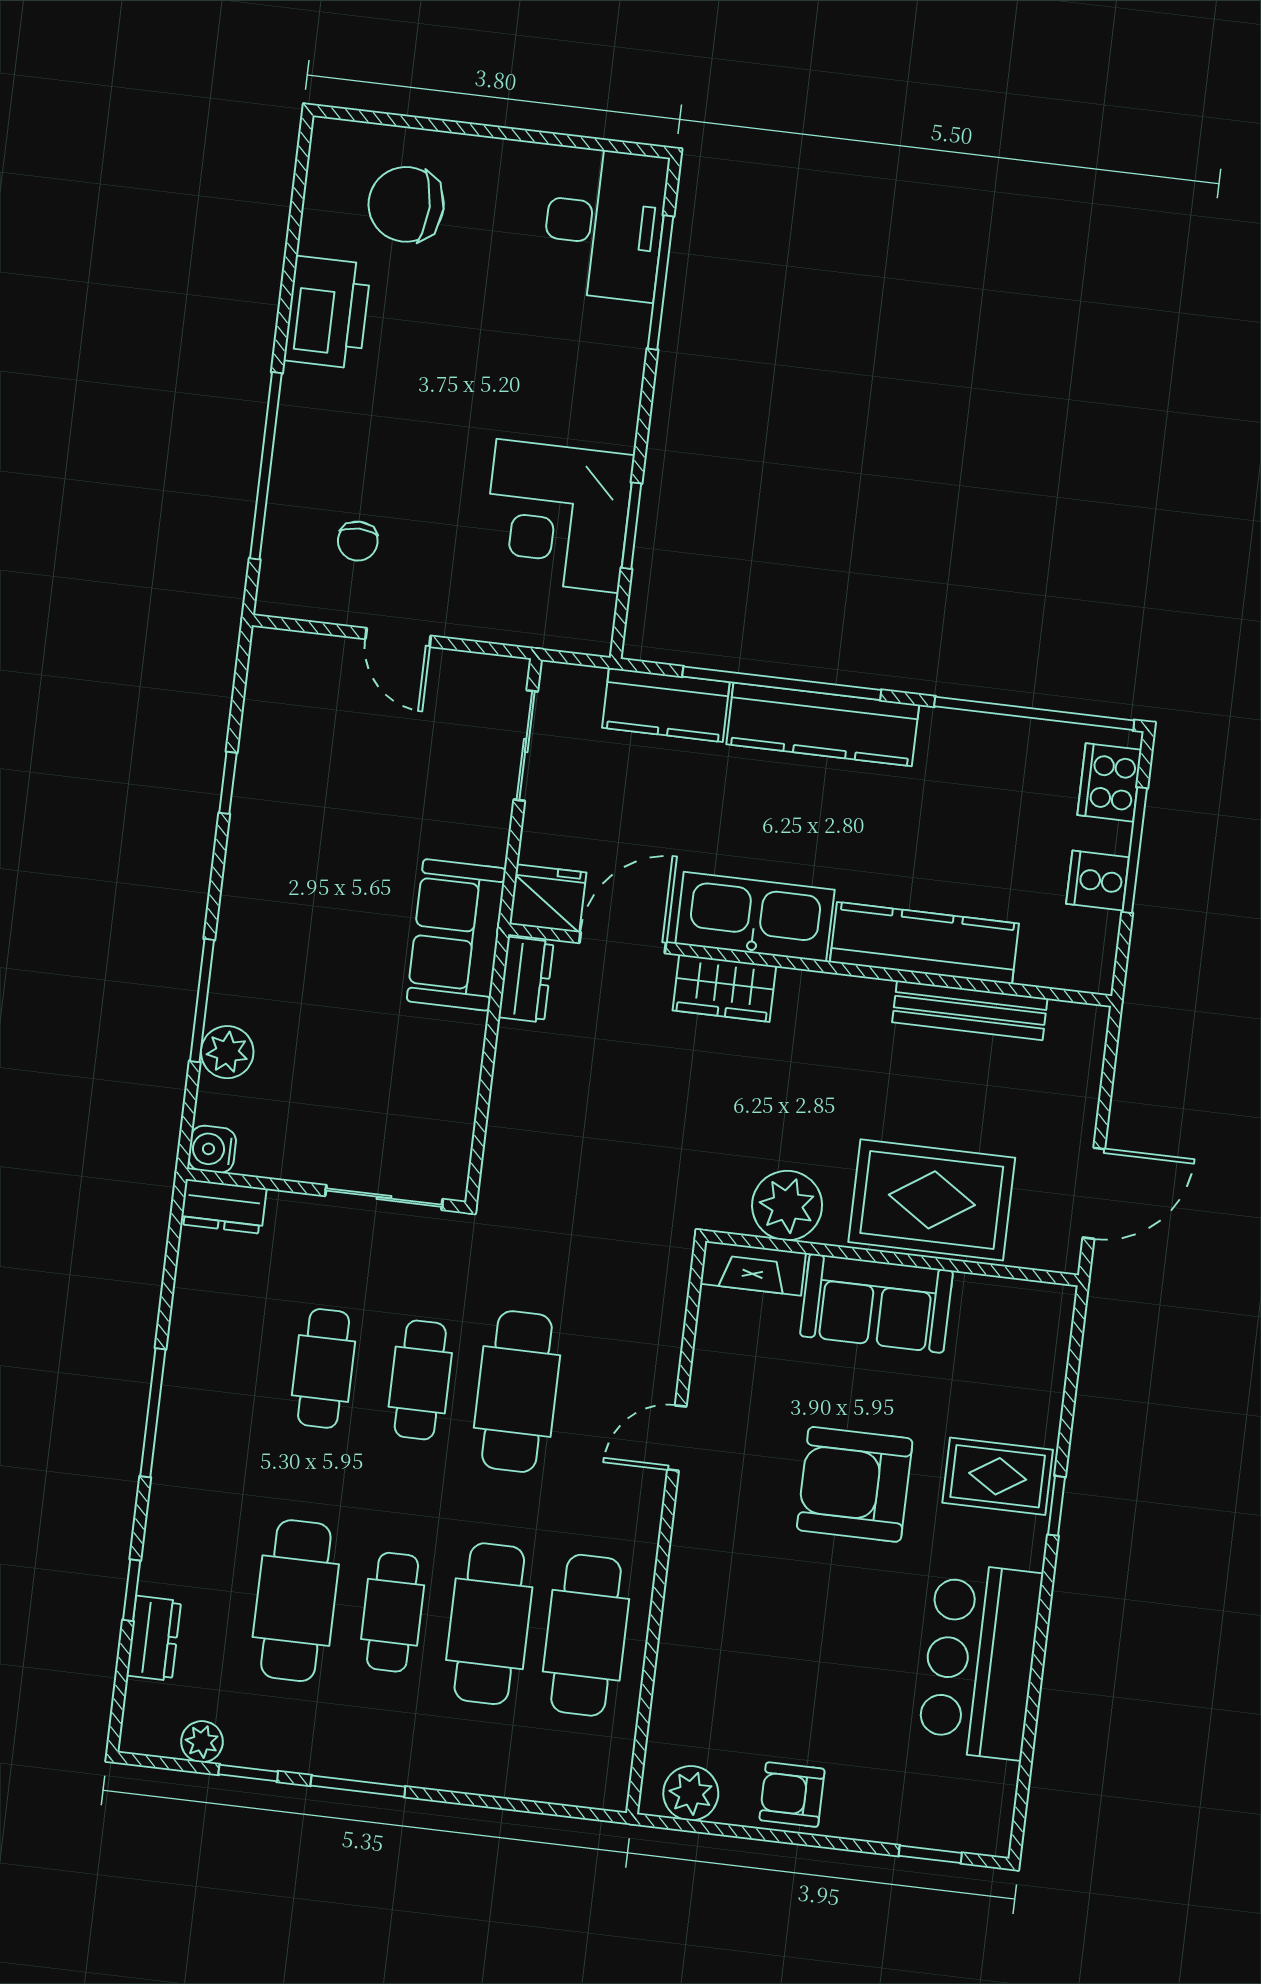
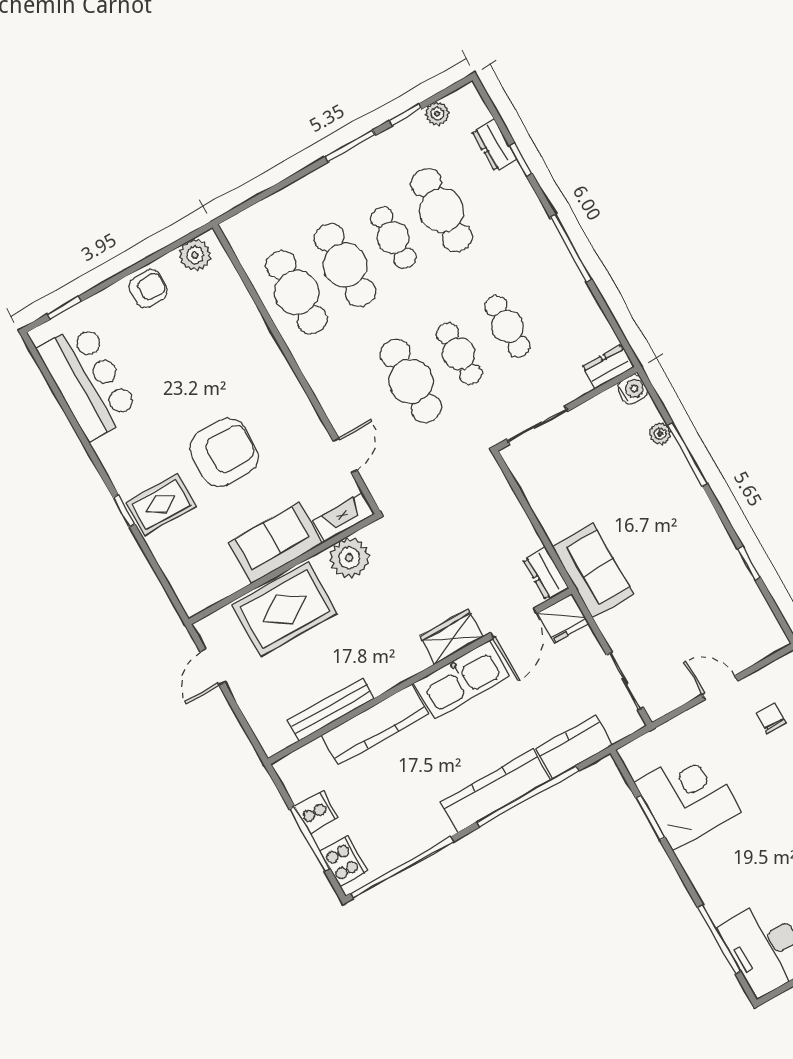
plant: (227, 1052) -> (660, 434), width x0.73, depth x0.73
door: (1094, 1193) -> (212, 667), width x0.73
door: (677, 1438) -> (345, 455), moved
bar counter: (980, 1661) -> (88, 381), moved

